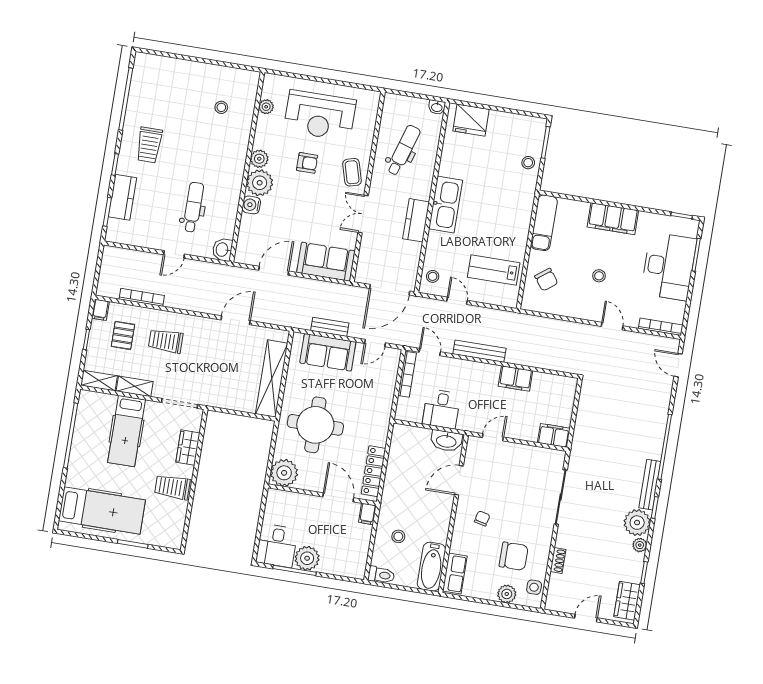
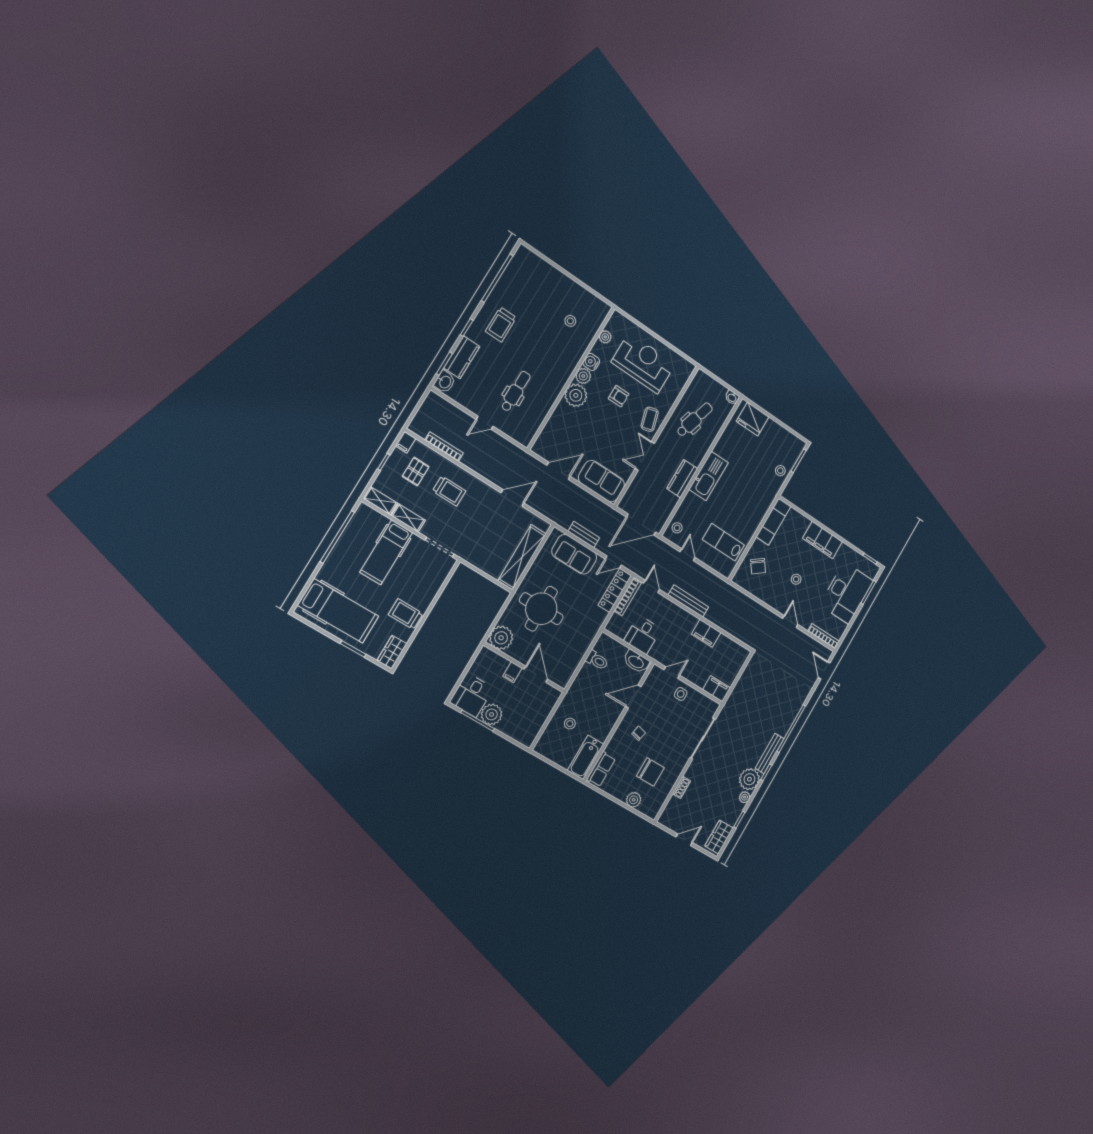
reception desk: (320, 115) -> (643, 363), turned 180
water cooler: (251, 205) -> (591, 362), moved
washbasin: (223, 250) -> (445, 382), moved, turned 180
trolley: (166, 341) -> (449, 491), turned 180
wardrobe: (188, 448) -> (392, 652), moved
locker: (373, 471) -> (615, 590), moved
filing cabinet: (367, 514) -> (512, 672), moved
toilet: (381, 575) -> (597, 660), moved
side table: (534, 587) -> (681, 694), moved

